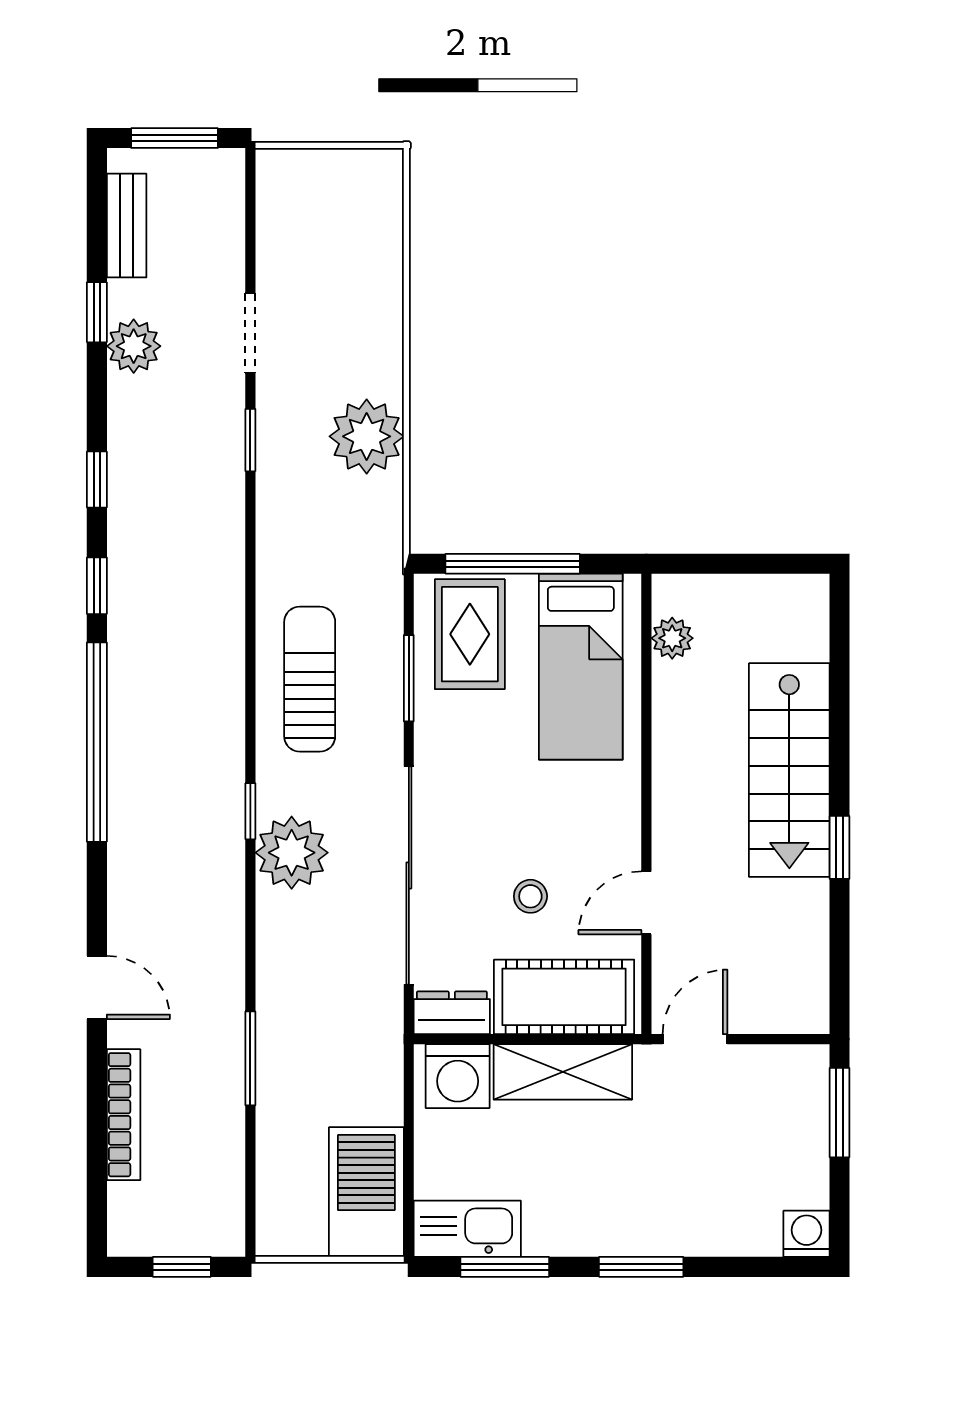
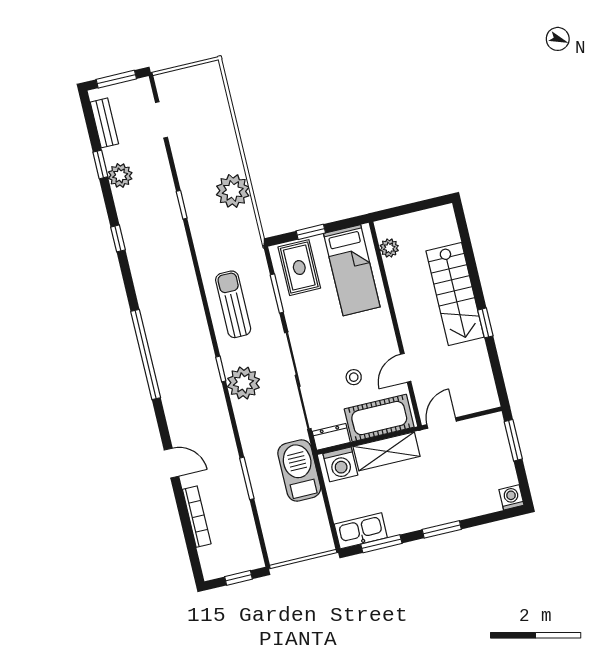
doorway: (250, 333) -> (161, 120), moved
window: (513, 564) -> (311, 232), width x0.46
window: (97, 586) -> (129, 285), removed
barbecue: (366, 1192) -> (299, 470), moved

